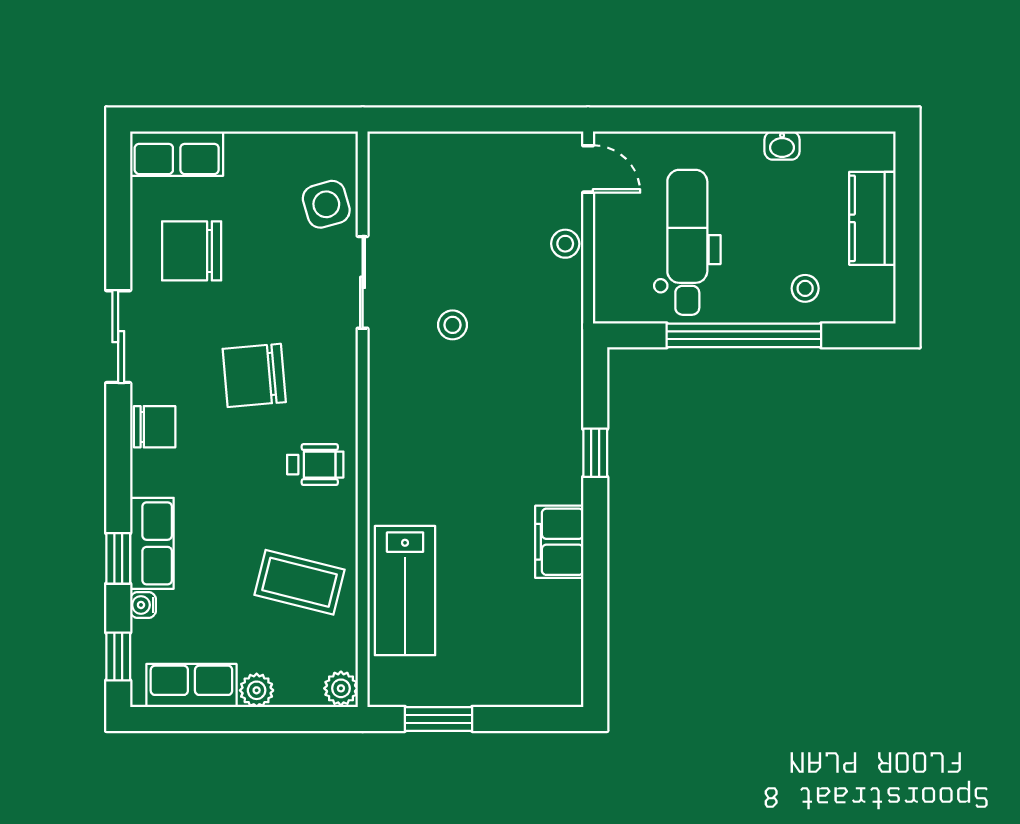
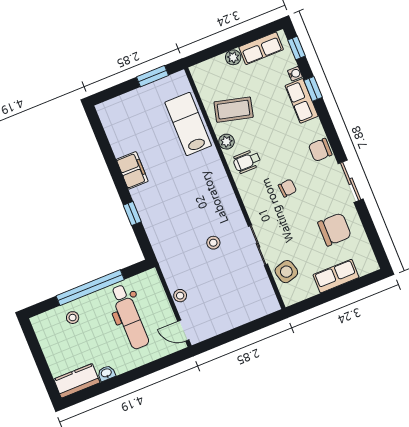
row of seats: (177, 154) -> (336, 276), moved
kitchen counter: (872, 218) -> (77, 381), moved, turned -90
chair: (254, 375) -> (287, 188), width x0.54, depth x0.54
plant: (341, 688) -> (226, 142), moved

